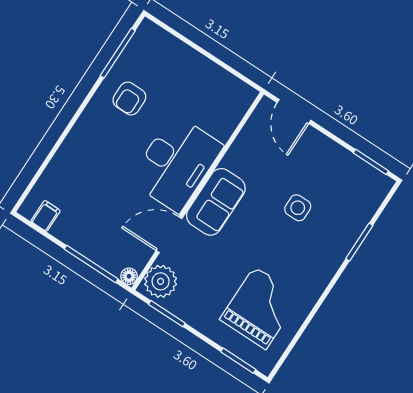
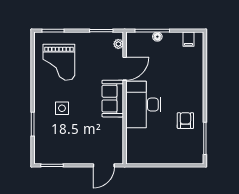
door: (294, 111) -> (104, 165), swing flipped
side table: (298, 208) -> (62, 108), moved
floor lamp: (129, 276) -> (157, 37), moved
plant: (161, 281) -> (118, 44), width x0.53, depth x0.53

